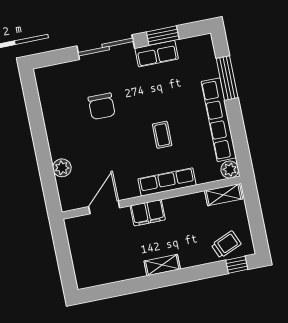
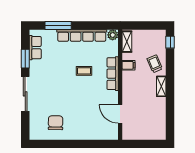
row of seats: (157, 54) -> (35, 48), moved
chair: (102, 106) -> (56, 123), moved, turned -89
plant: (62, 168) -> (92, 134), removed
filing cabinet: (148, 213) -> (129, 65), moved, width x0.50
trolley: (226, 244) -> (155, 64), moved

